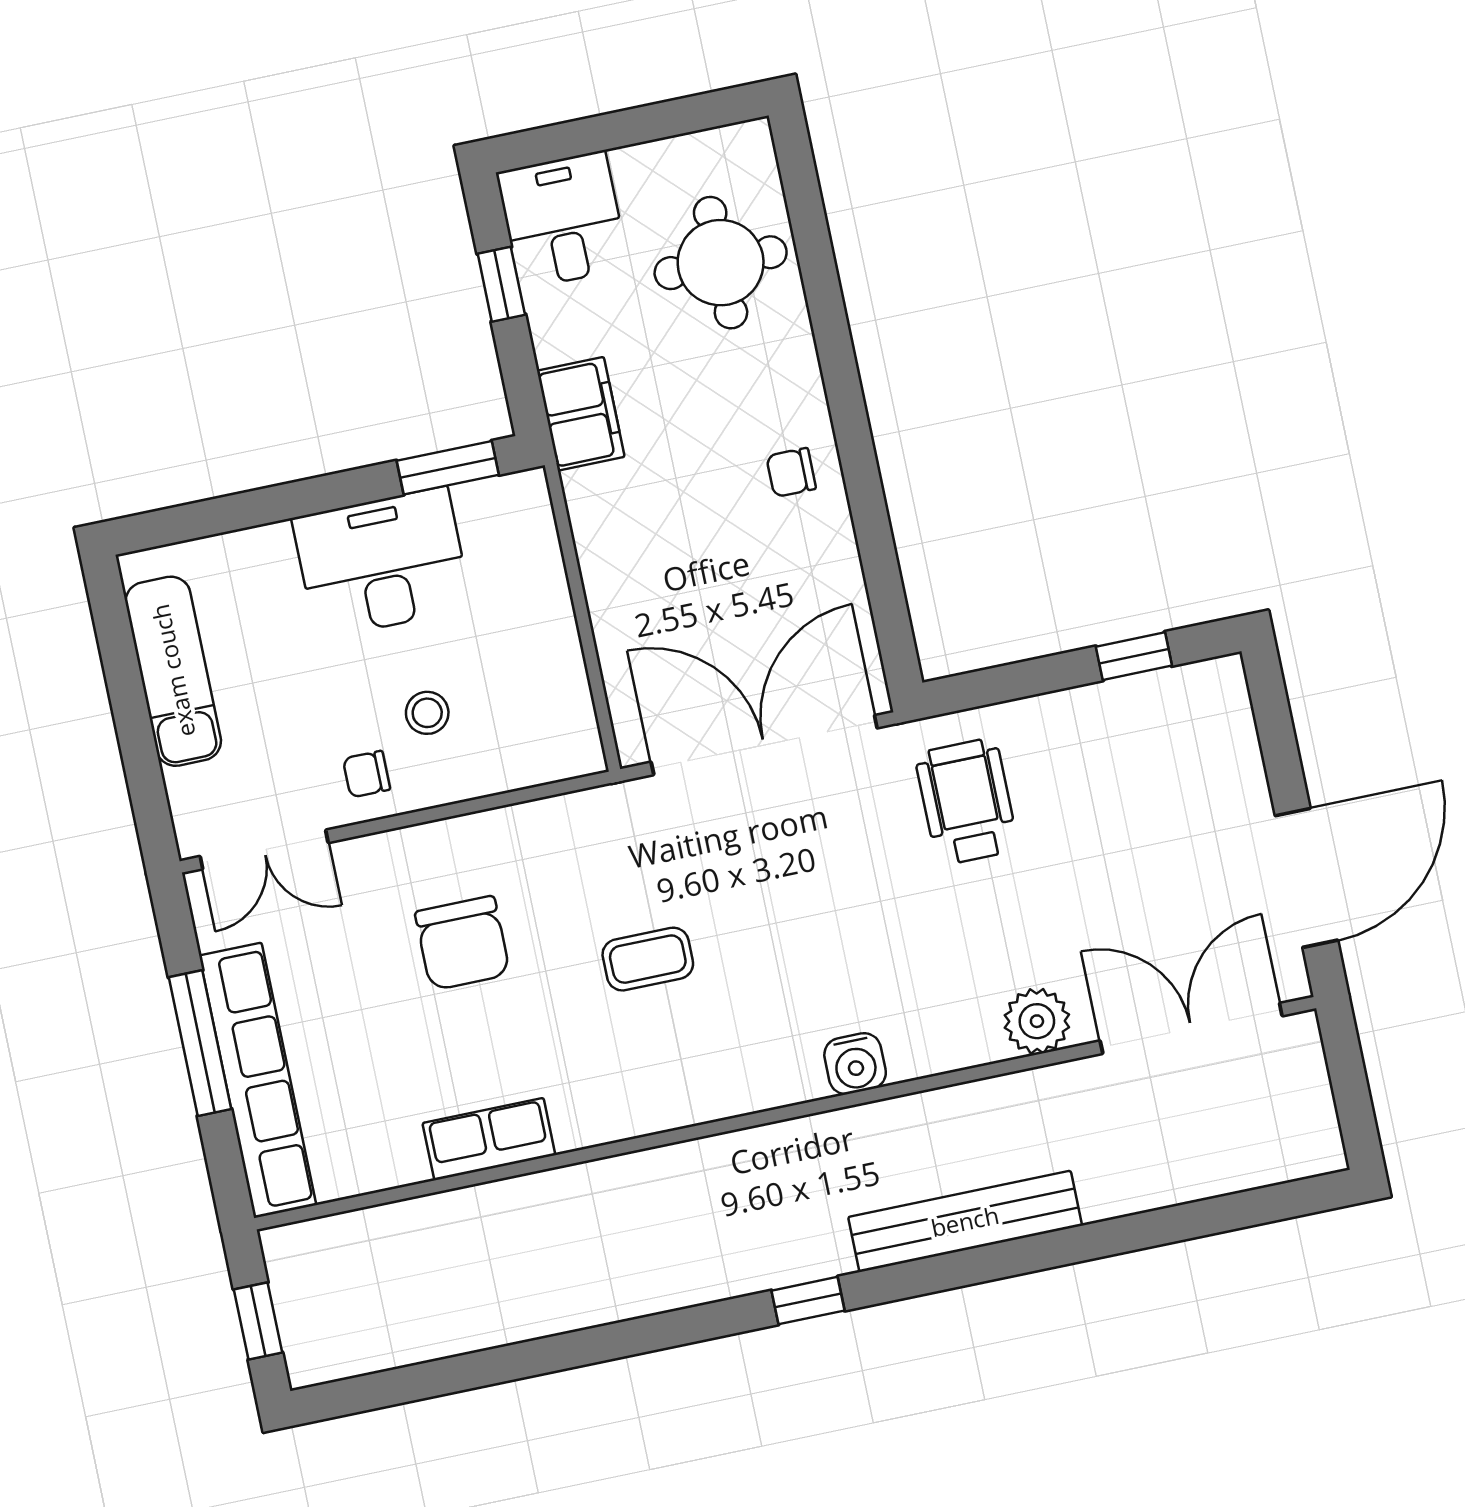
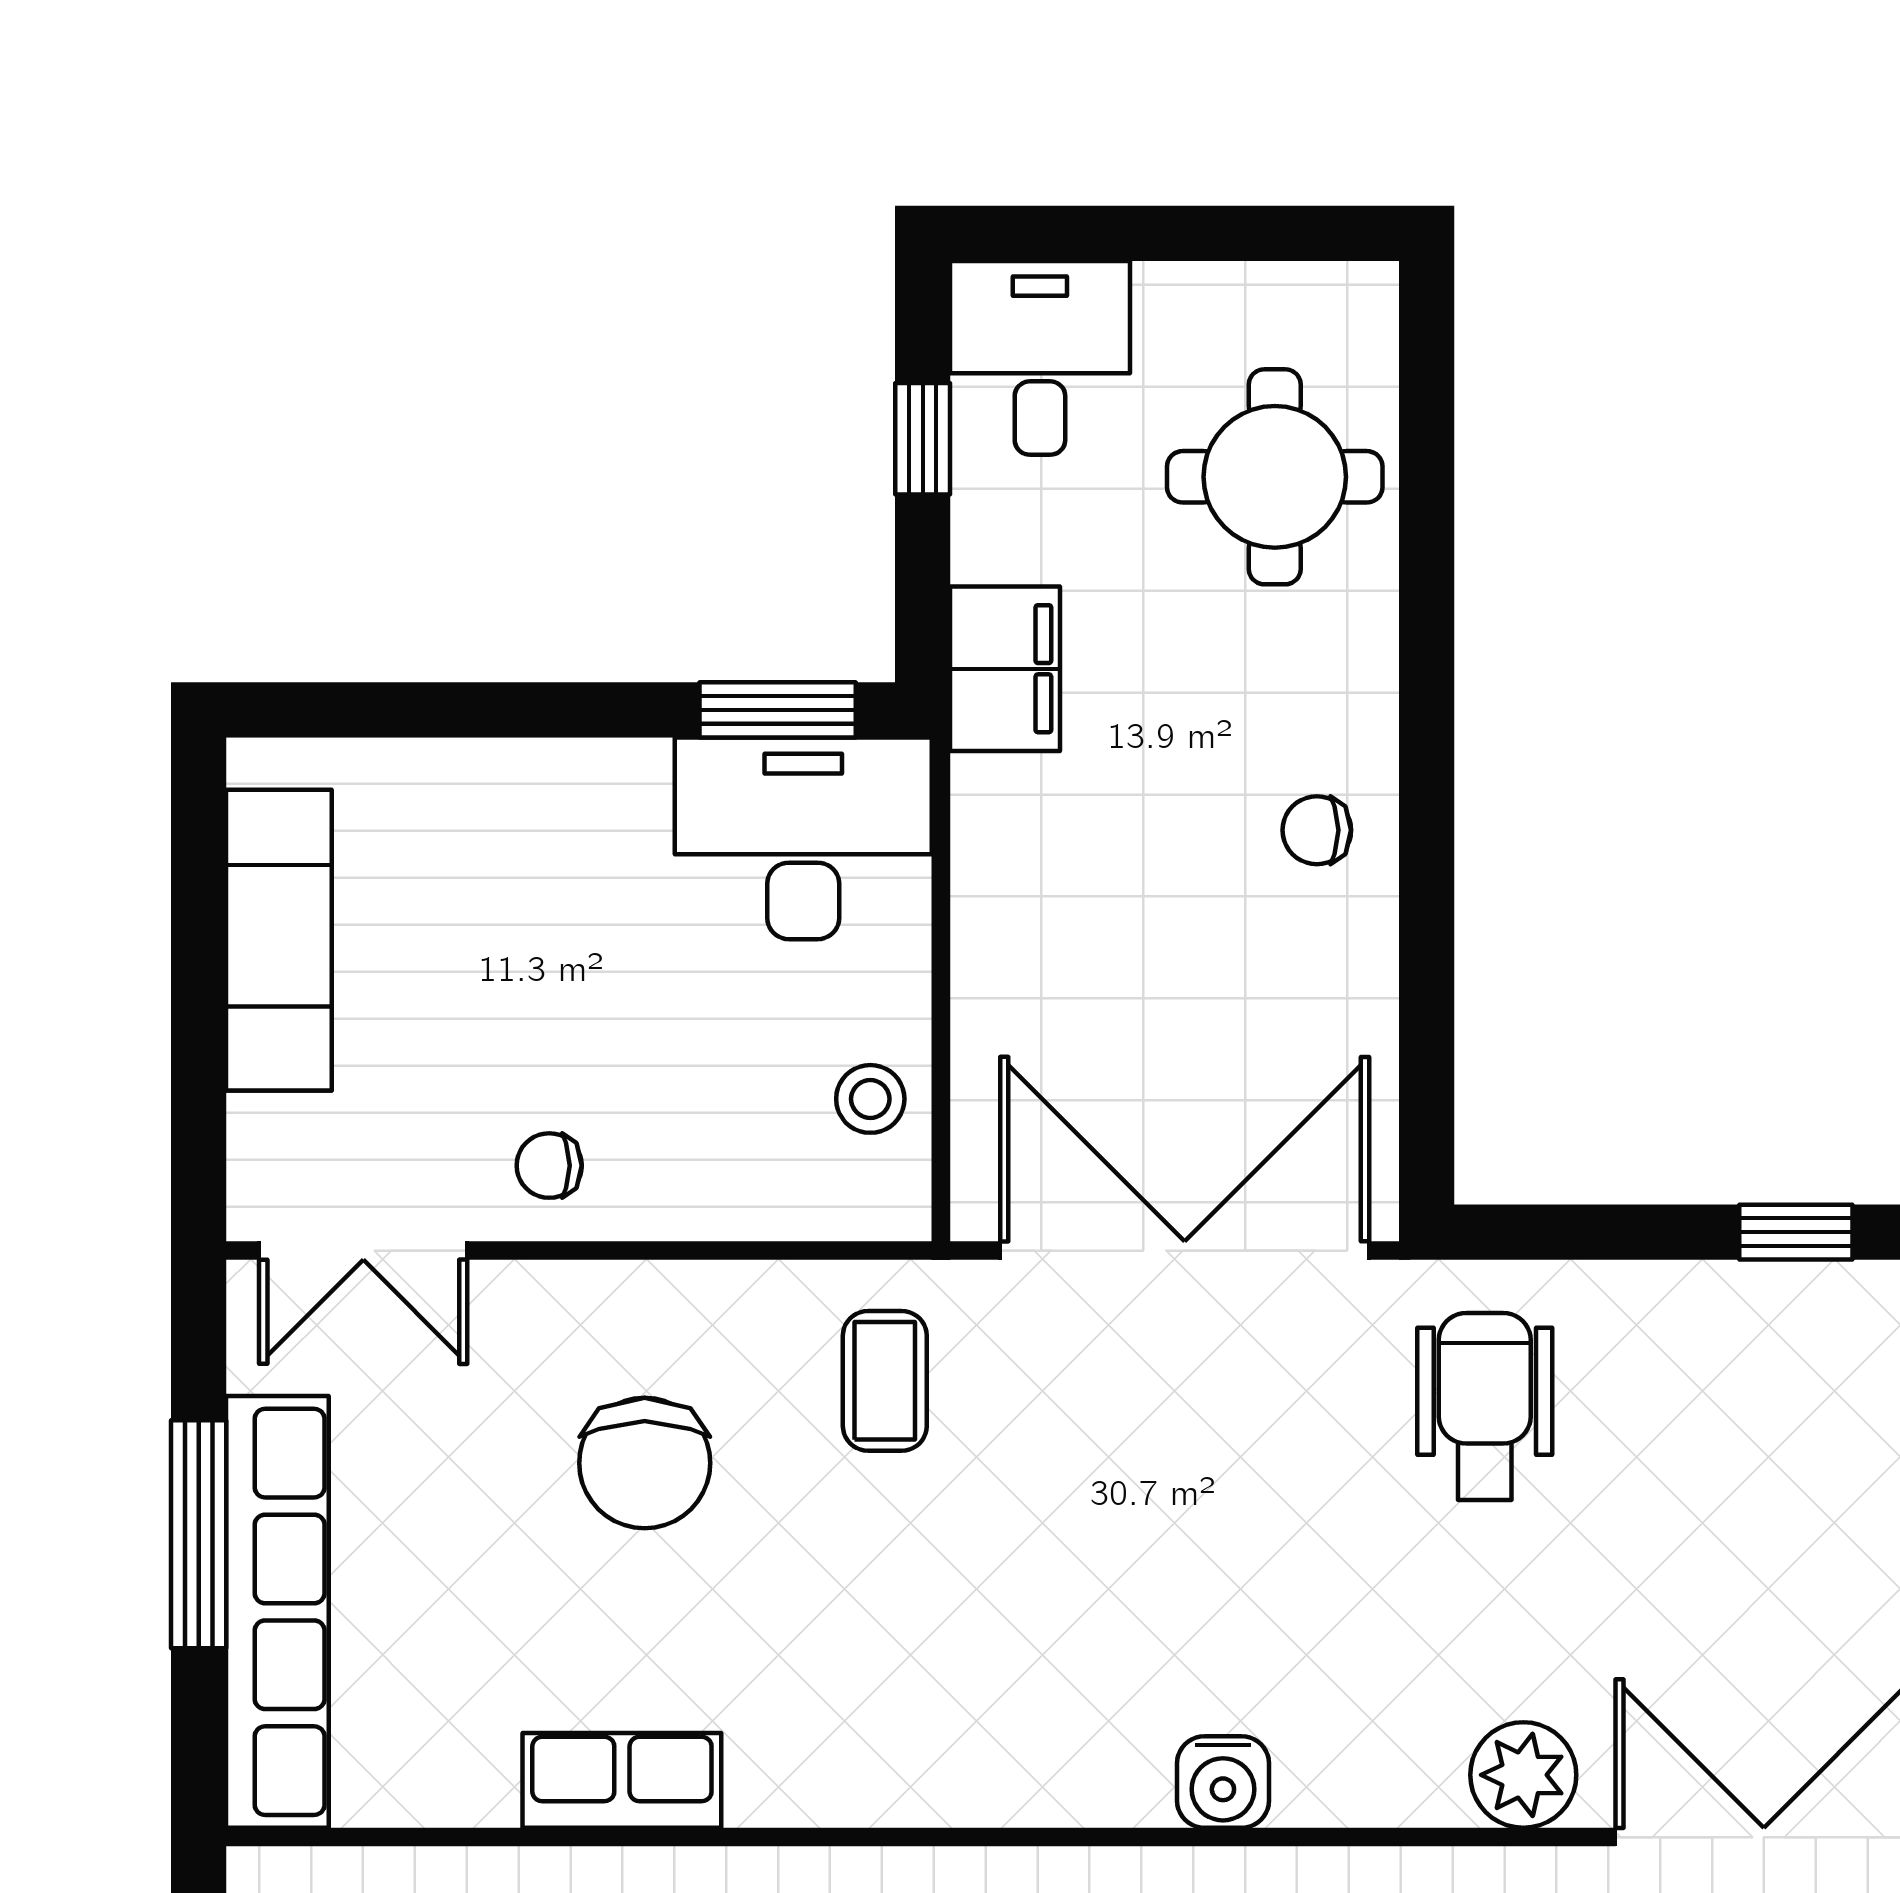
desk: (382, 563) -> (803, 838), moved
stool: (427, 713) -> (870, 1099), moved
coffee table: (648, 959) -> (885, 1381), moved, turned 90

